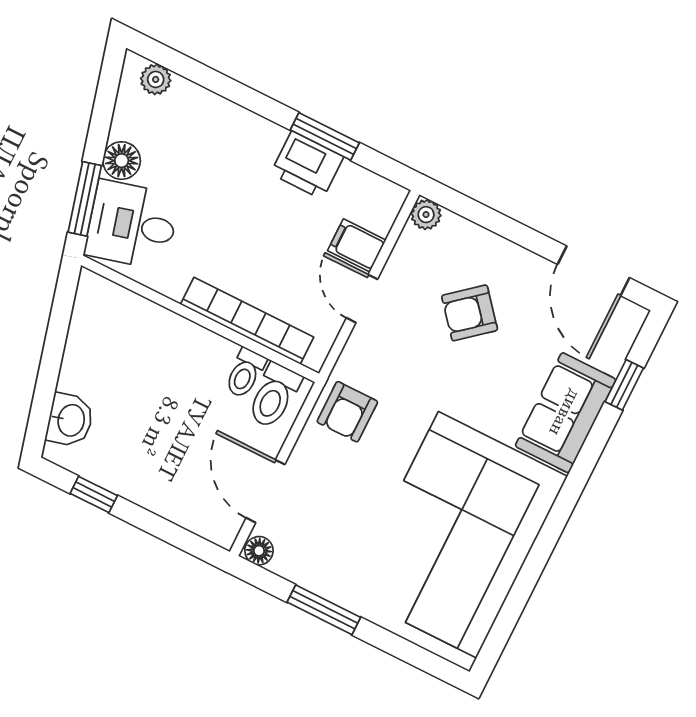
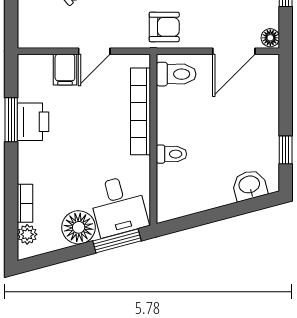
bookcase: (200, 98) -> (25, 203), added
floor lamp: (122, 161) -> (79, 227), width x1.38, depth x1.38
plant: (426, 215) -> (27, 39), removed
toilet: (245, 373) -> (171, 154), moved

